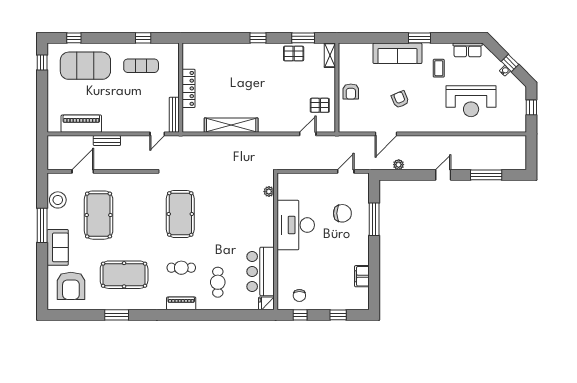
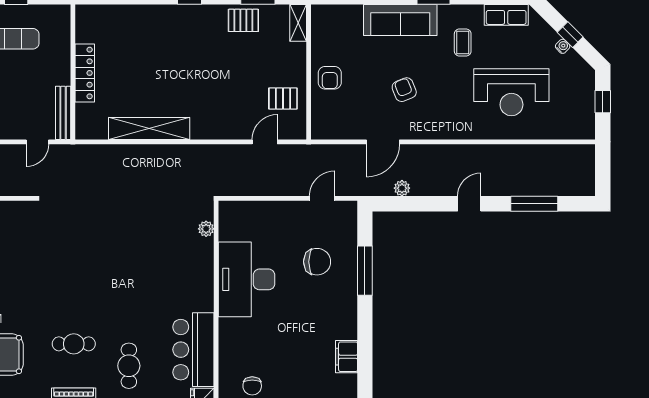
pool table: (180, 214) -> (72, 263), removed

